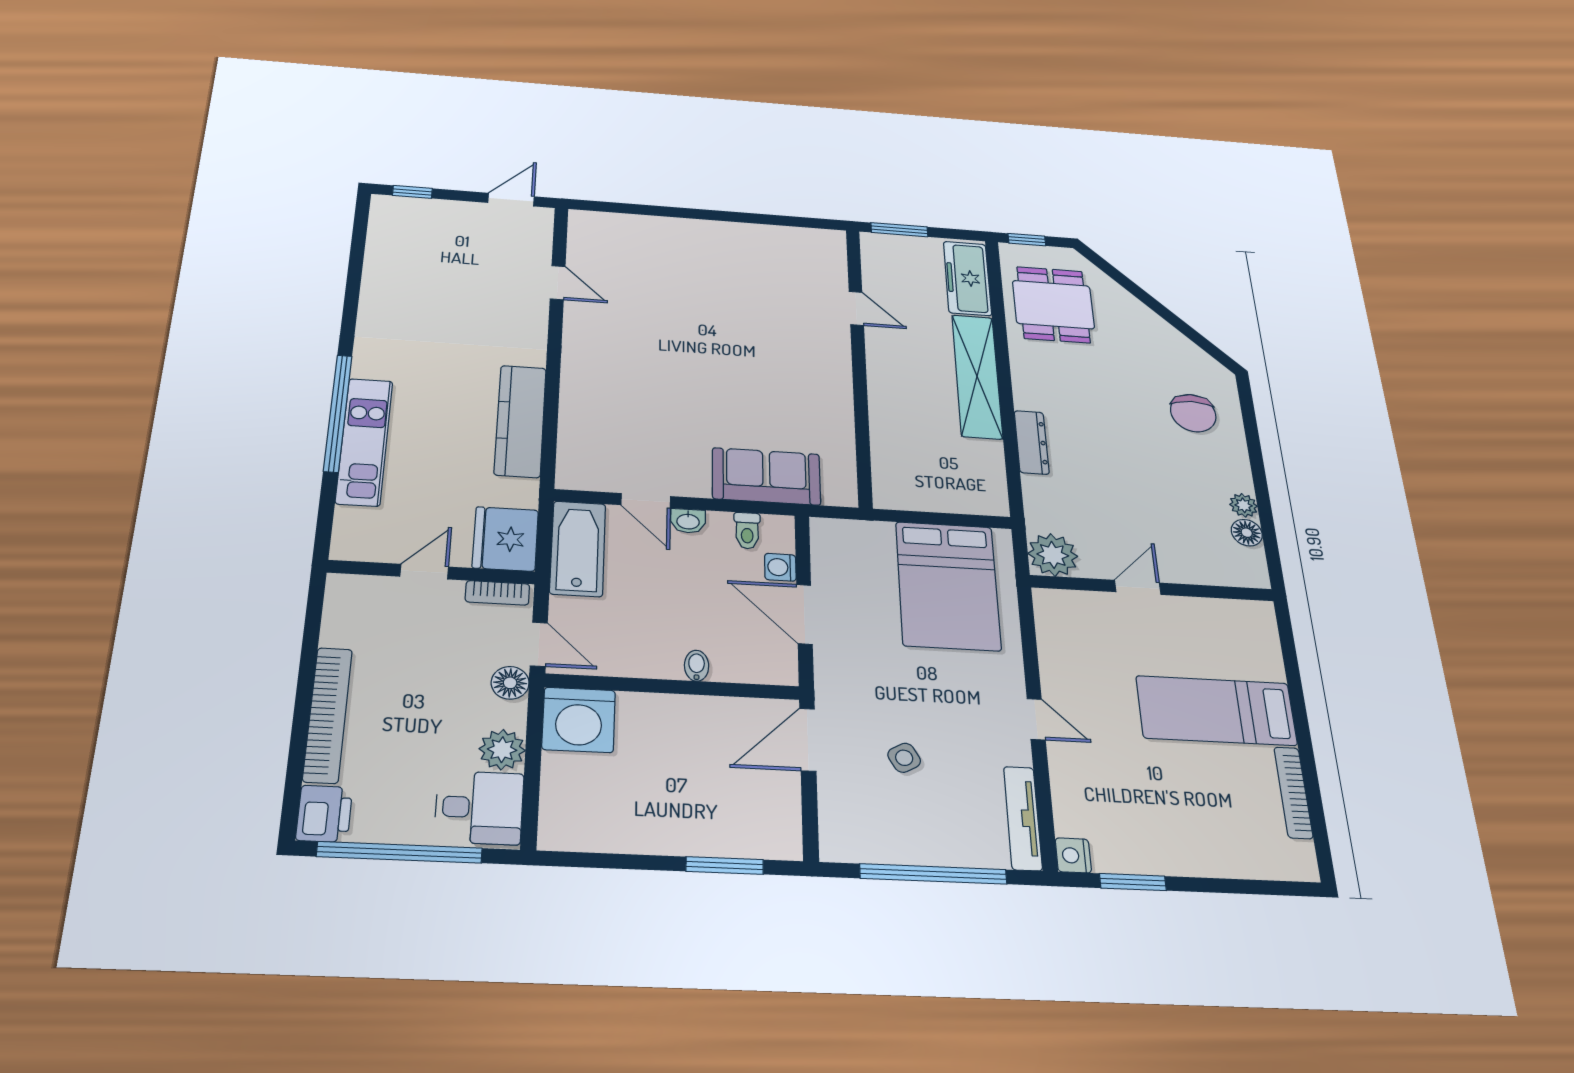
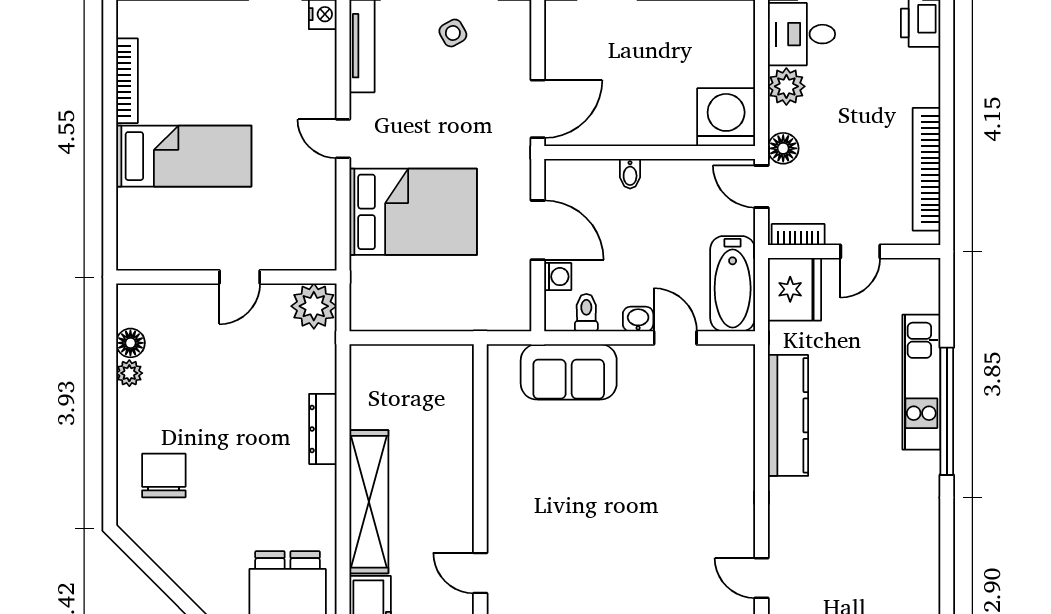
bed: (948, 586) -> (413, 212), moved, turned 90
bookcase: (328, 715) -> (926, 169), moved
side table: (904, 758) -> (453, 33), moved

